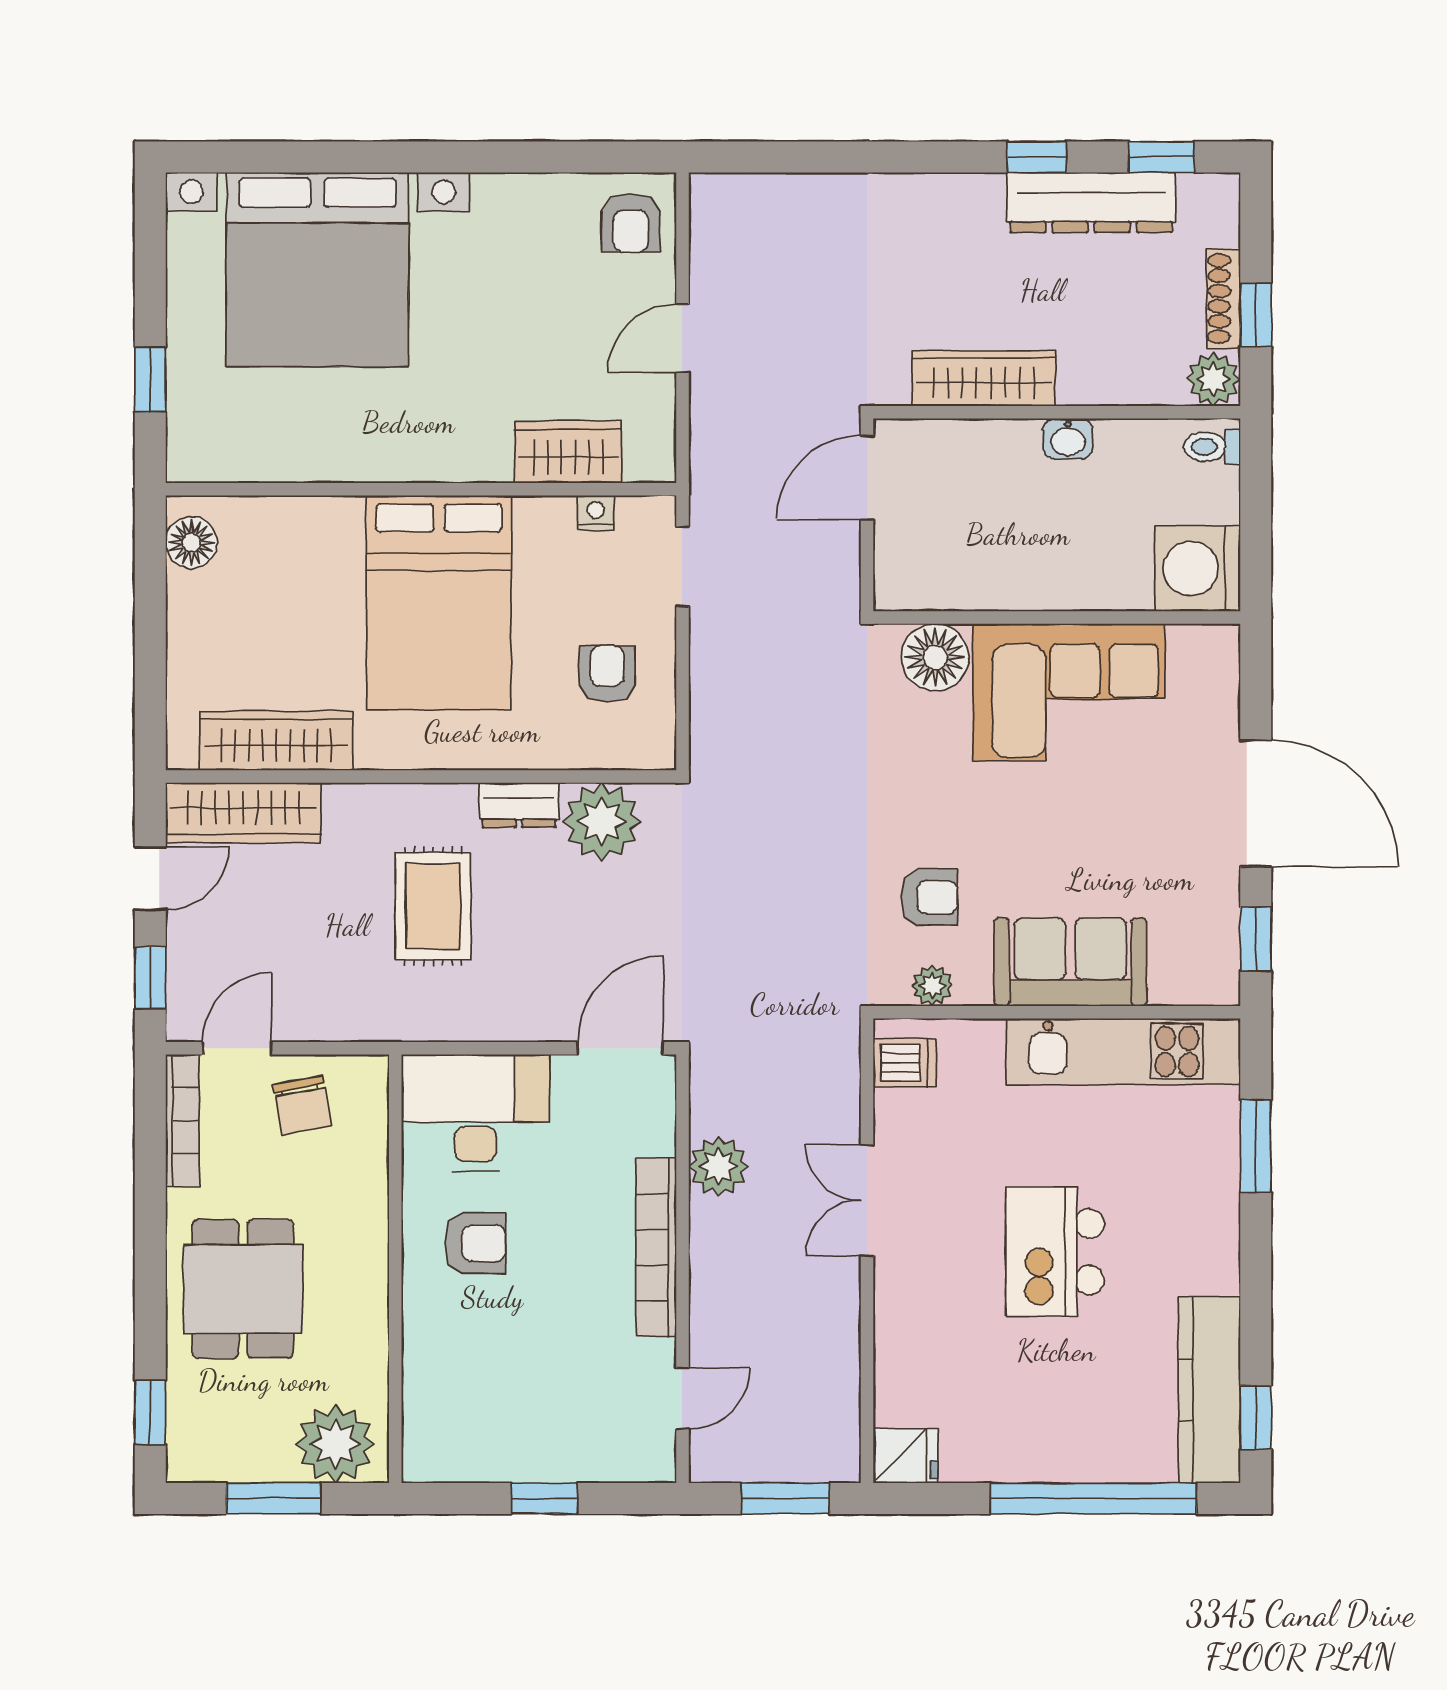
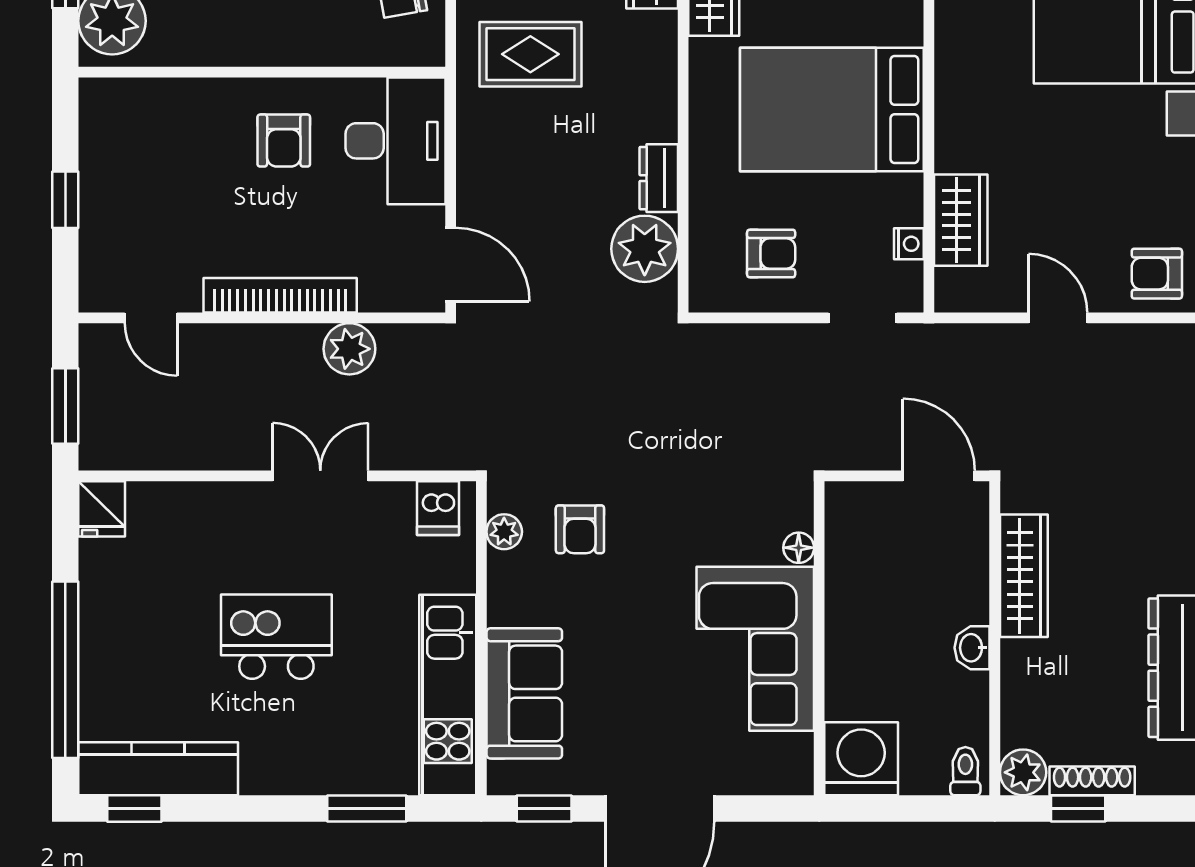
floor lamp: (935, 657) -> (799, 548), width x0.53, depth x0.53
rug: (433, 906) -> (530, 54), moved
sofa: (1070, 962) -> (524, 693), moved

